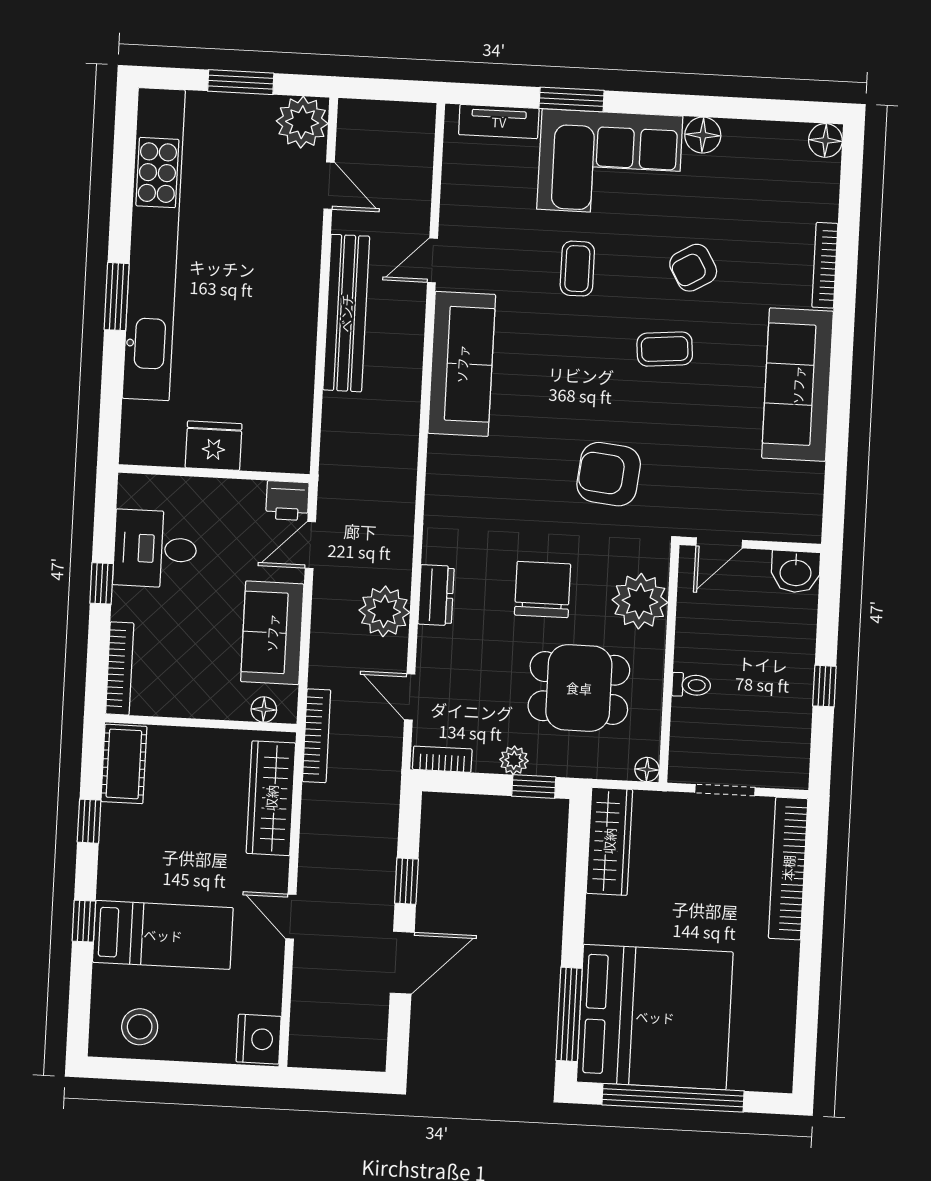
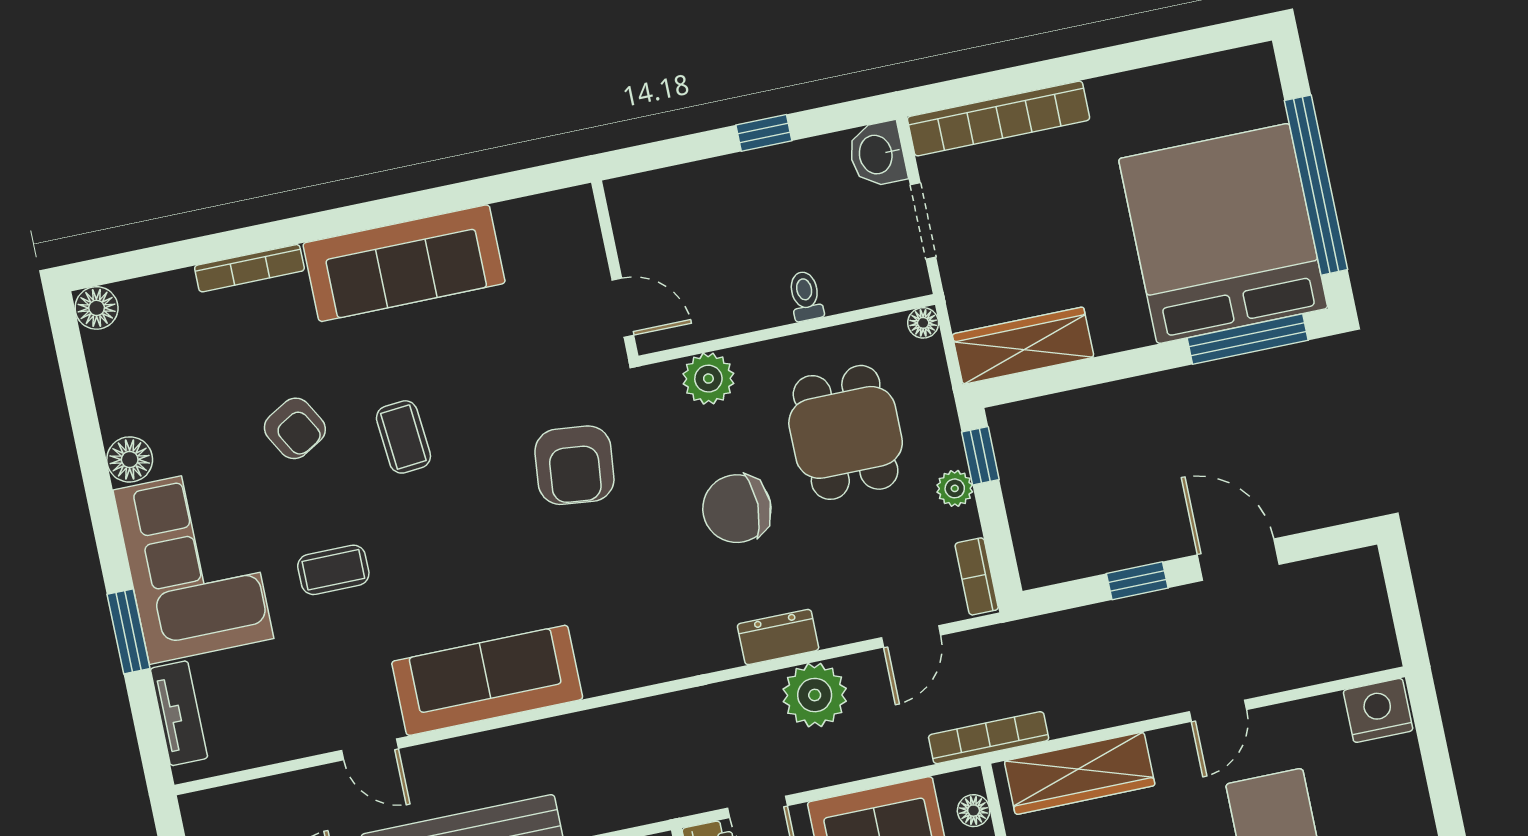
washbasin: (796, 572) -> (877, 154), moved, turned 180
plant: (640, 601) -> (708, 379), width x0.73, depth x0.73

